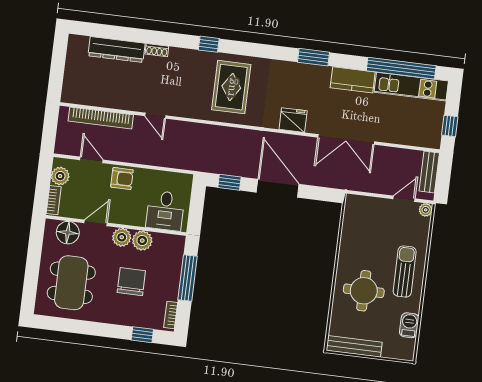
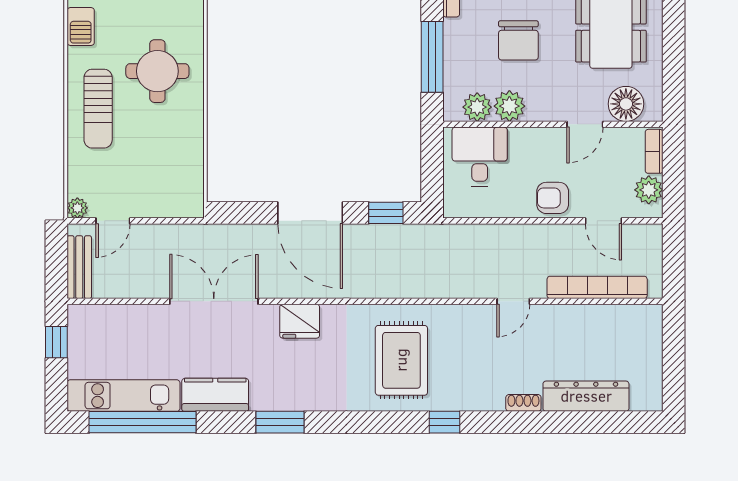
door: (155, 116) -> (513, 301), swing flipped
plant: (122, 237) -> (477, 107), moved

